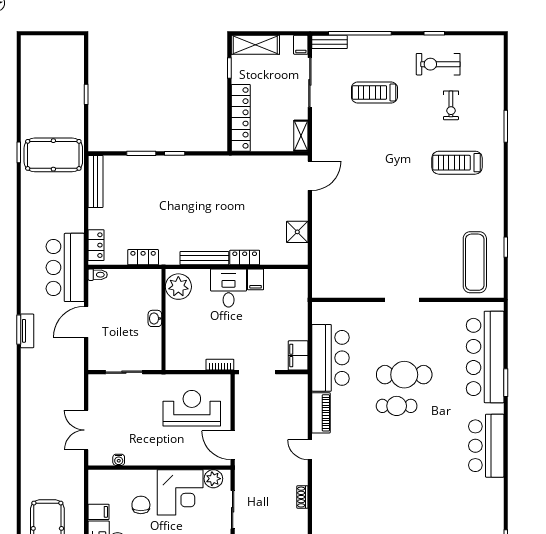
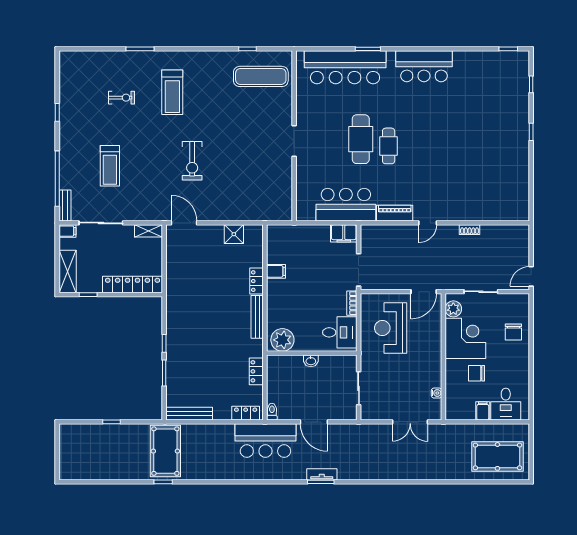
exercise bike: (438, 64) -> (192, 161), moved
desk: (229, 288) -> (340, 332), moved, turned 180

